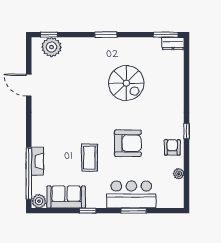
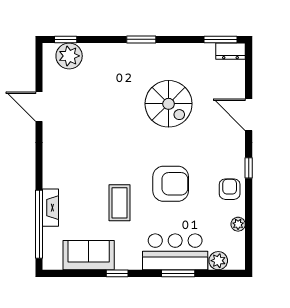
door: (187, 91) -> (249, 115), added
plant: (39, 201) -> (218, 261), moved

